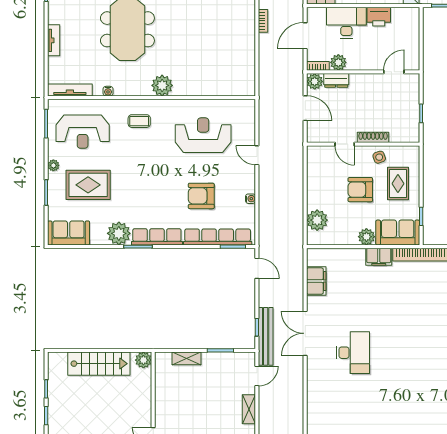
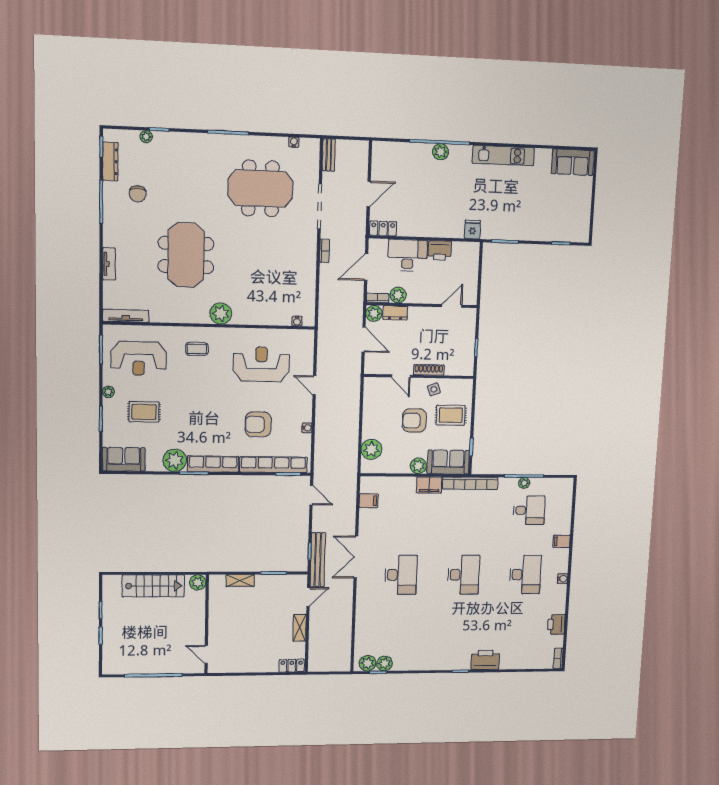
water cooler: (108, 91) -> (297, 321), moved
rug: (398, 184) -> (451, 415), turned 90
rug: (88, 185) -> (144, 412), width x0.73, depth x0.70
filing cabinet: (316, 281) -> (369, 501), width x0.50
desk: (420, 353) -> (463, 575), added

